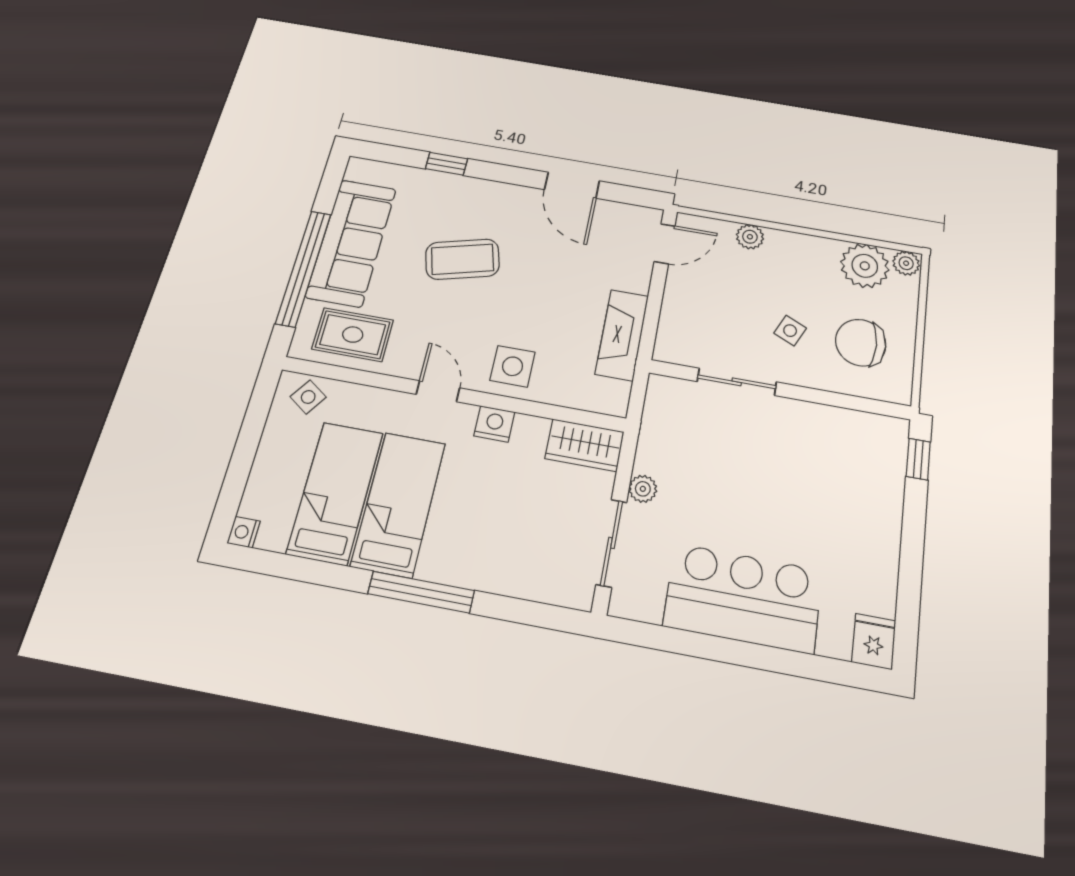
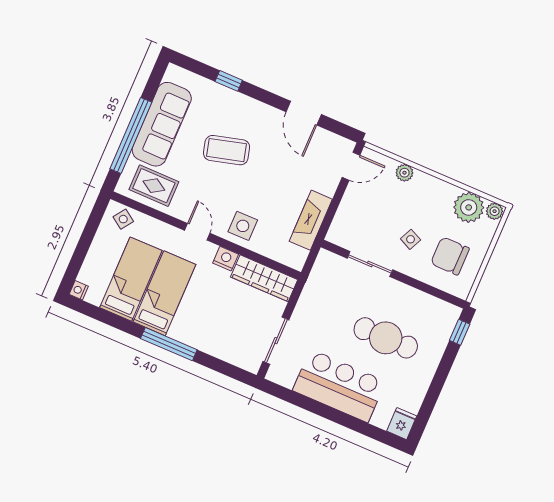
wardrobe: (585, 445) -> (264, 278), width x1.50
plant: (643, 489) -> (300, 315), removed
cafe table: (799, 496) -> (386, 338), added

